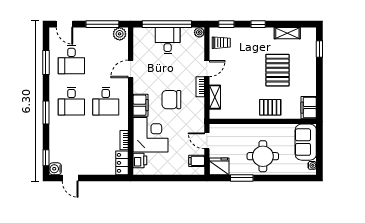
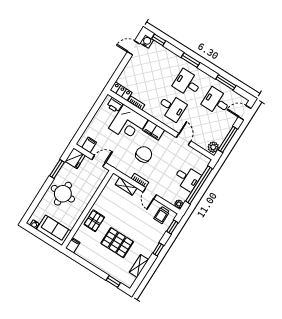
desk: (106, 101) -> (172, 107), turned 180
filing cabinet: (309, 108) -> (73, 245), width x0.50

